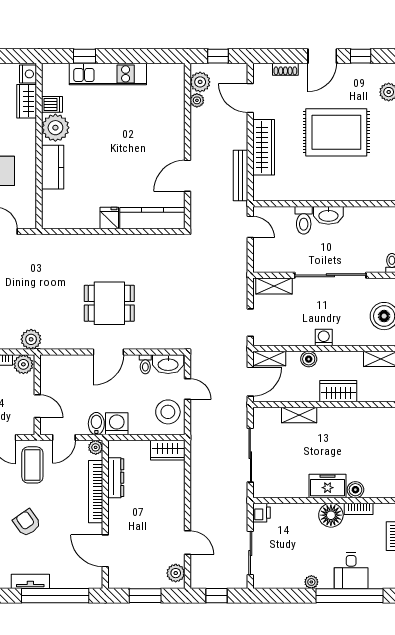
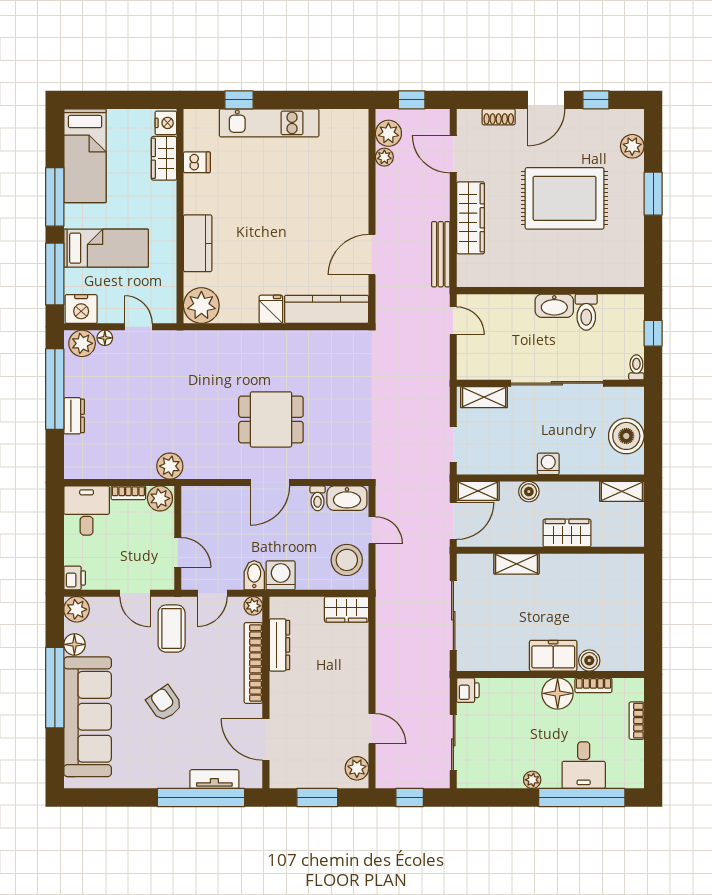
plant: (55, 128) -> (201, 305), moved
toilet: (304, 220) -> (586, 312), moved
tv unit: (30, 581) -> (214, 779), moved

